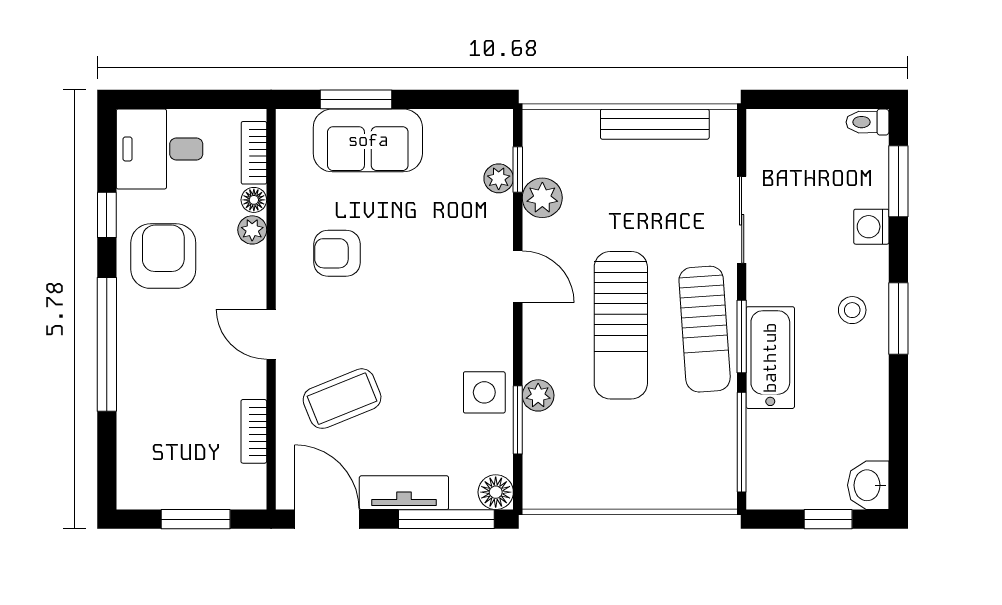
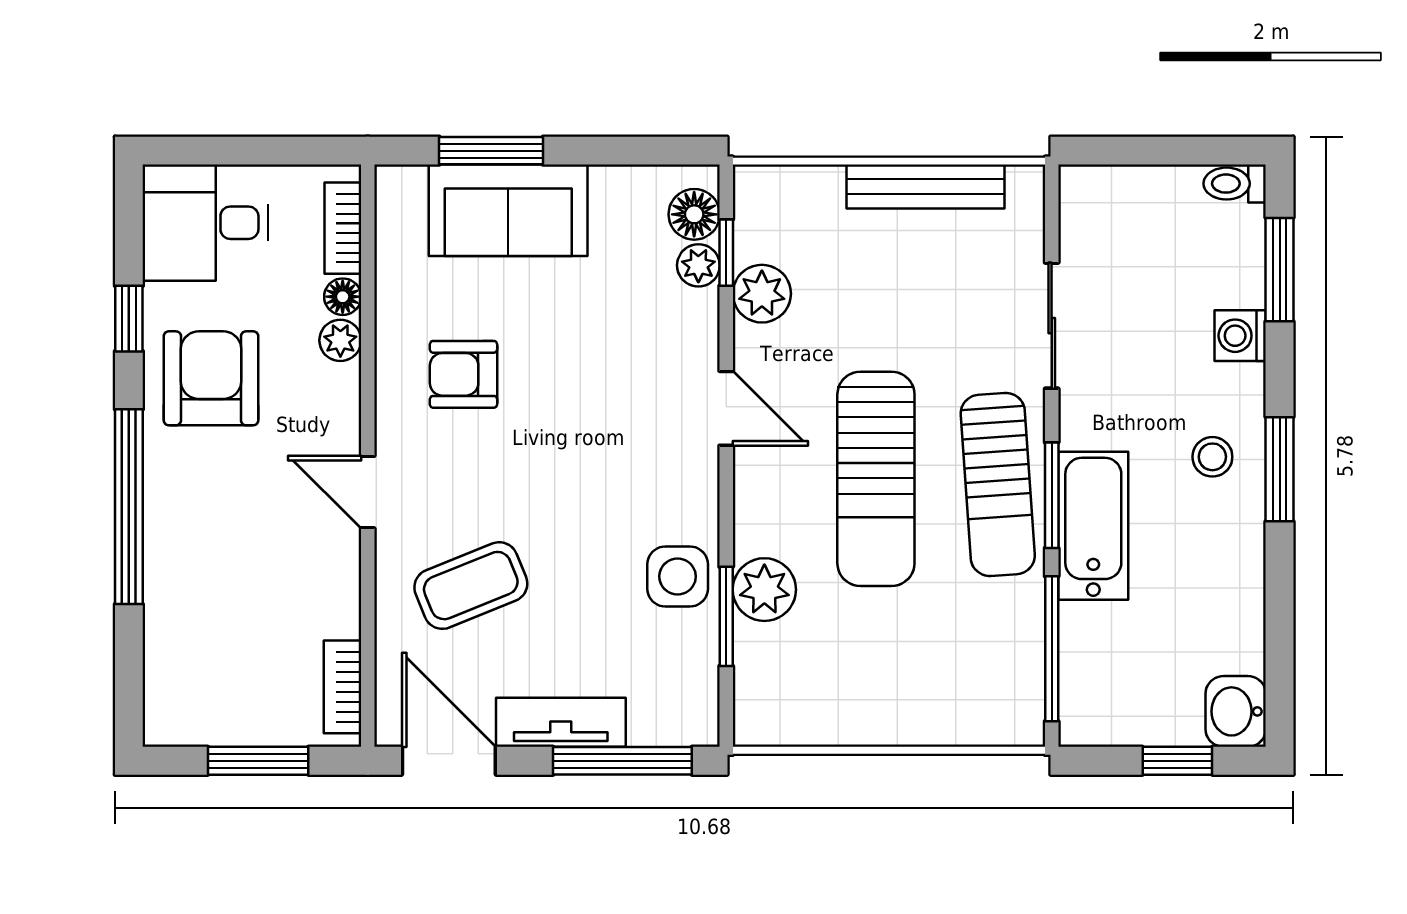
plant: (538, 395) -> (764, 590), width x1.38, depth x1.38
bookcase: (254, 431) -> (343, 687), moved
floor lamp: (496, 492) -> (694, 214), moved

